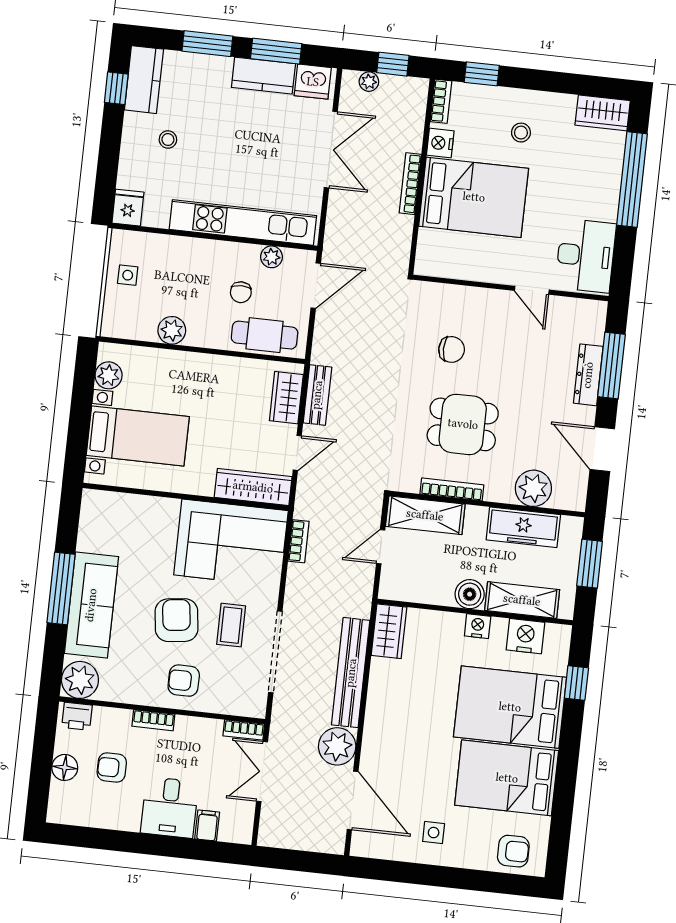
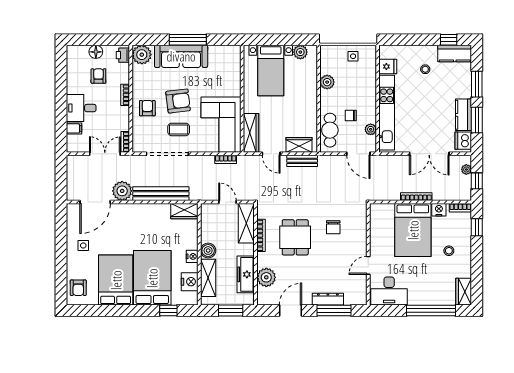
fridge: (128, 208) -> (388, 67), moved

